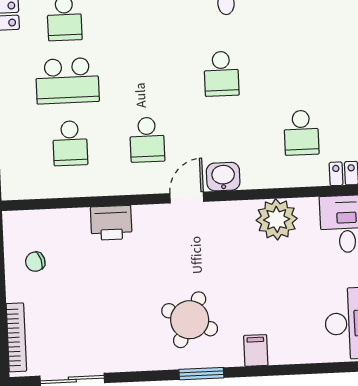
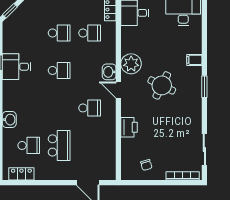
school desk: (70, 143) -> (59, 33), moved
plant: (277, 219) -> (131, 64), moved
round table: (190, 320) -> (162, 85), moved

